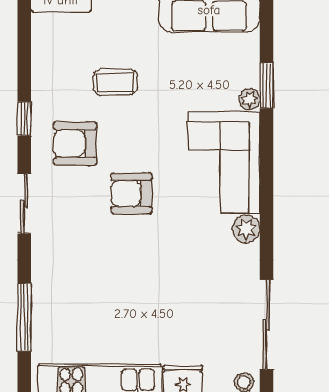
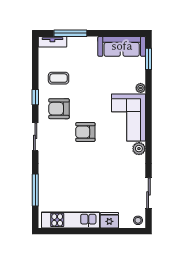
coffee table: (115, 82) -> (59, 78), moved
window: (267, 85) -> (148, 59), moved
sliding door: (267, 325) -> (148, 193), width x0.73

